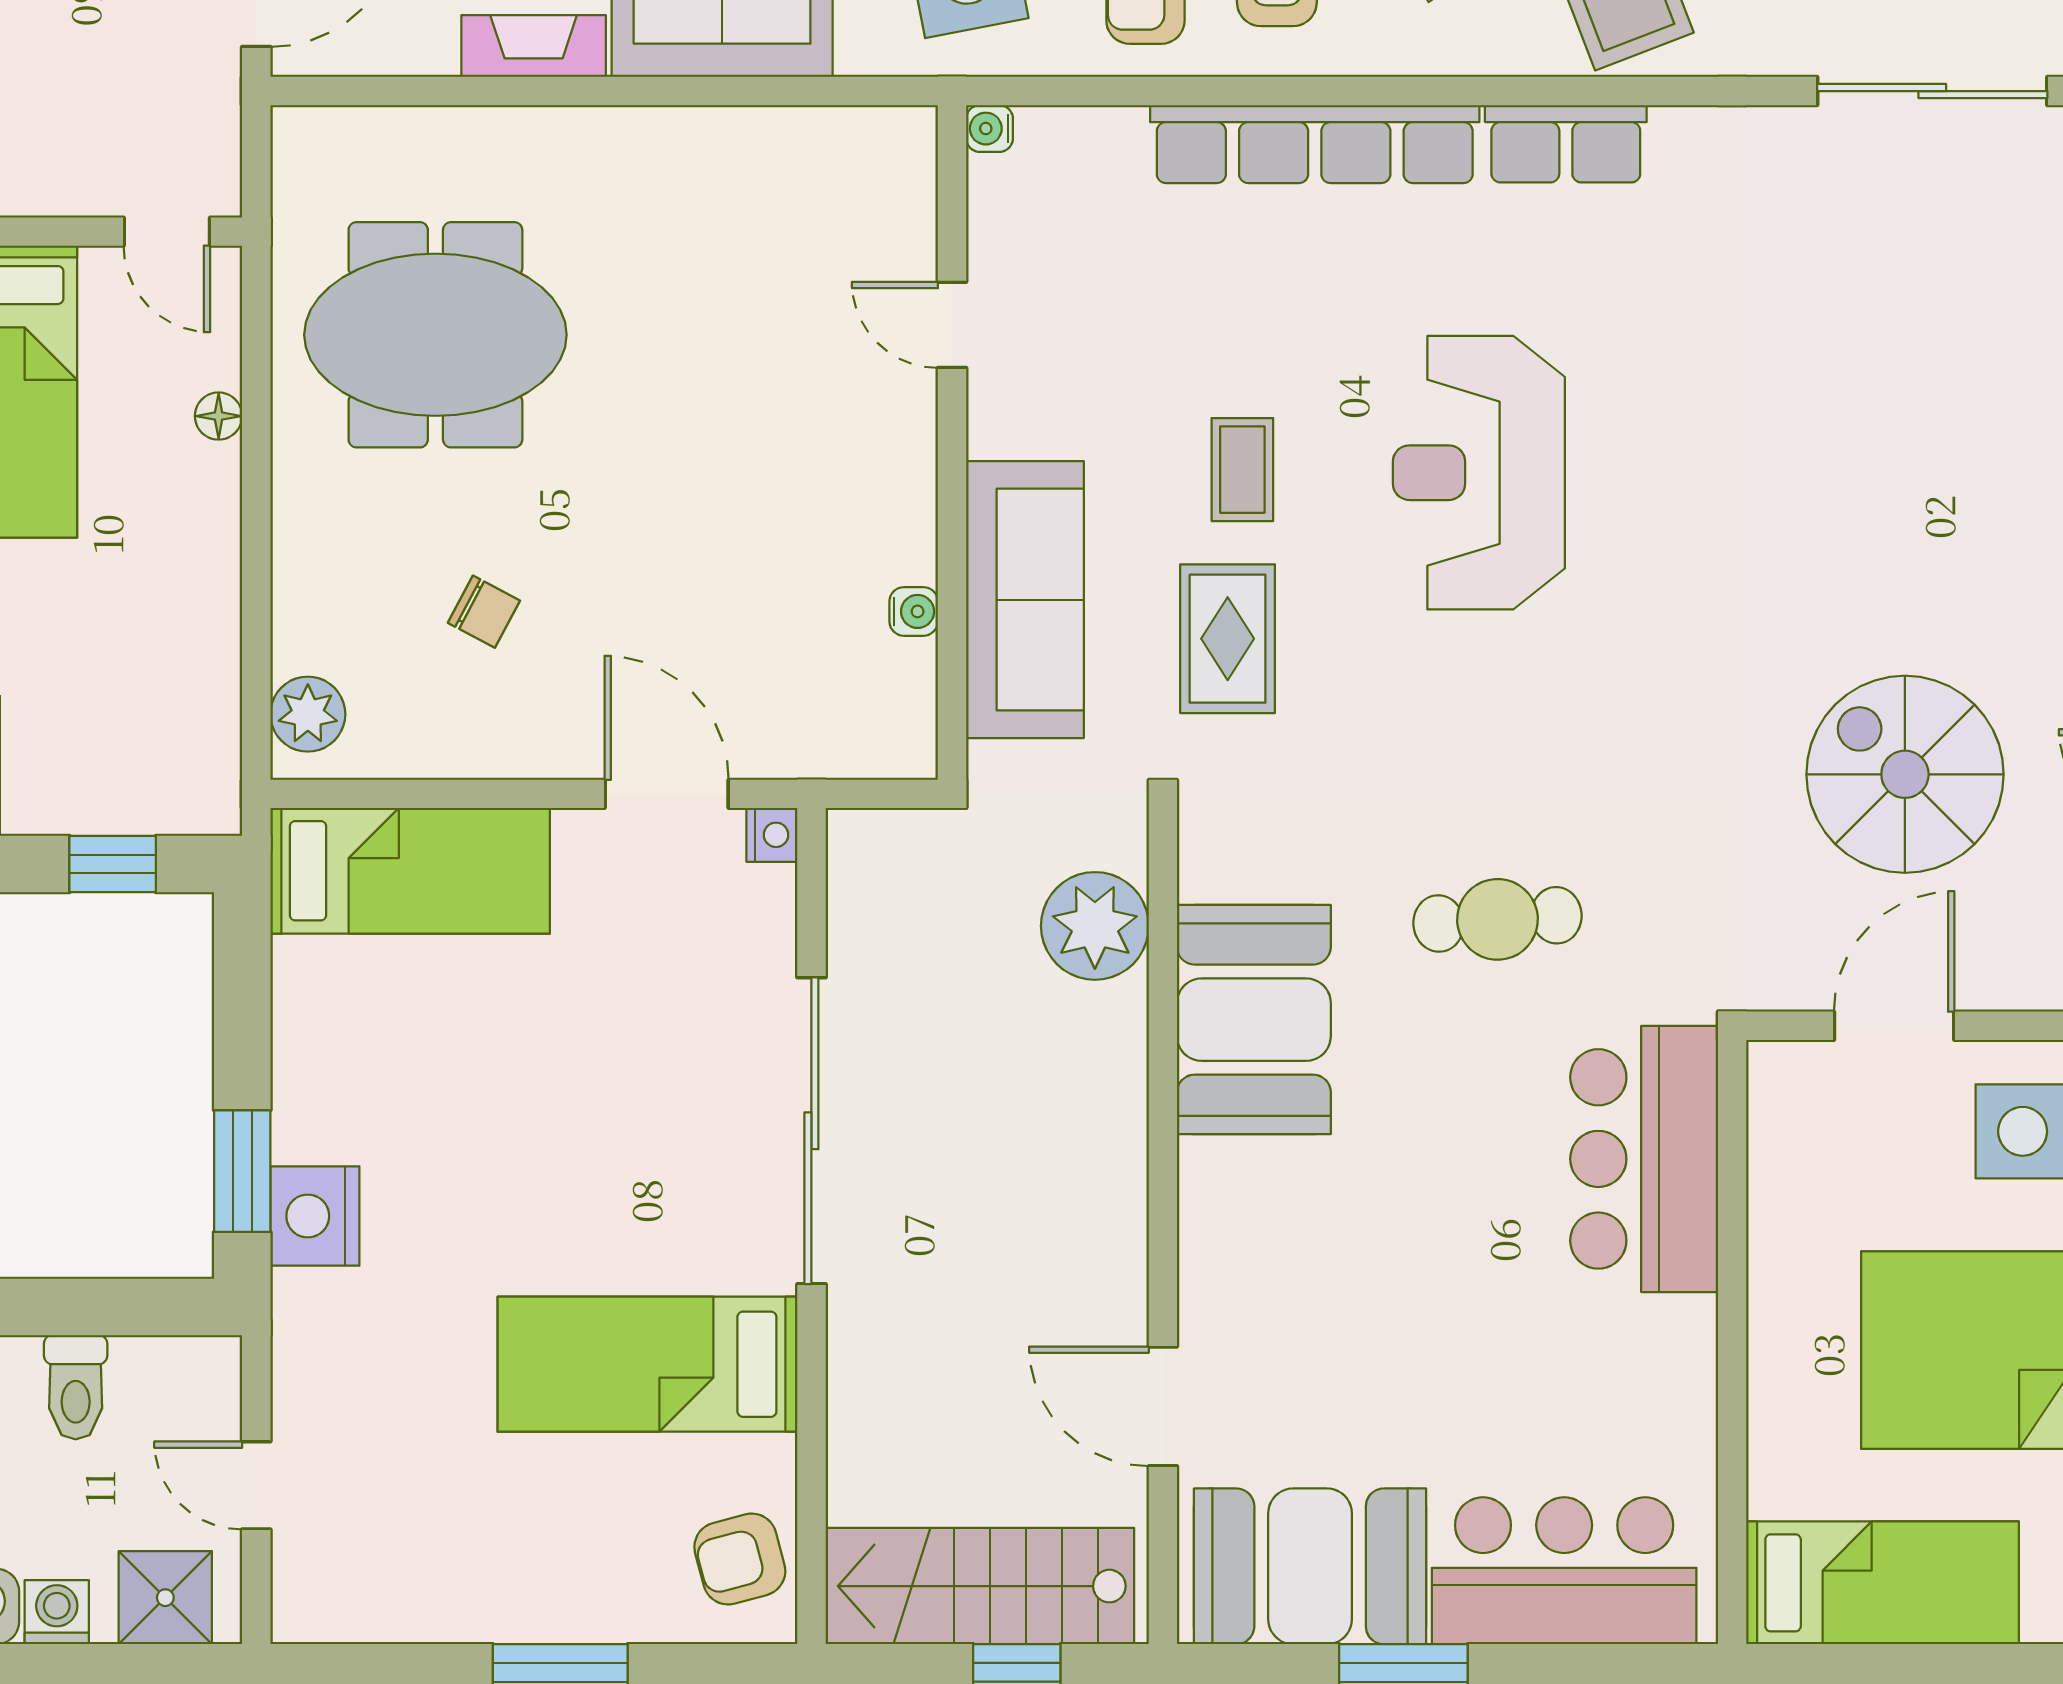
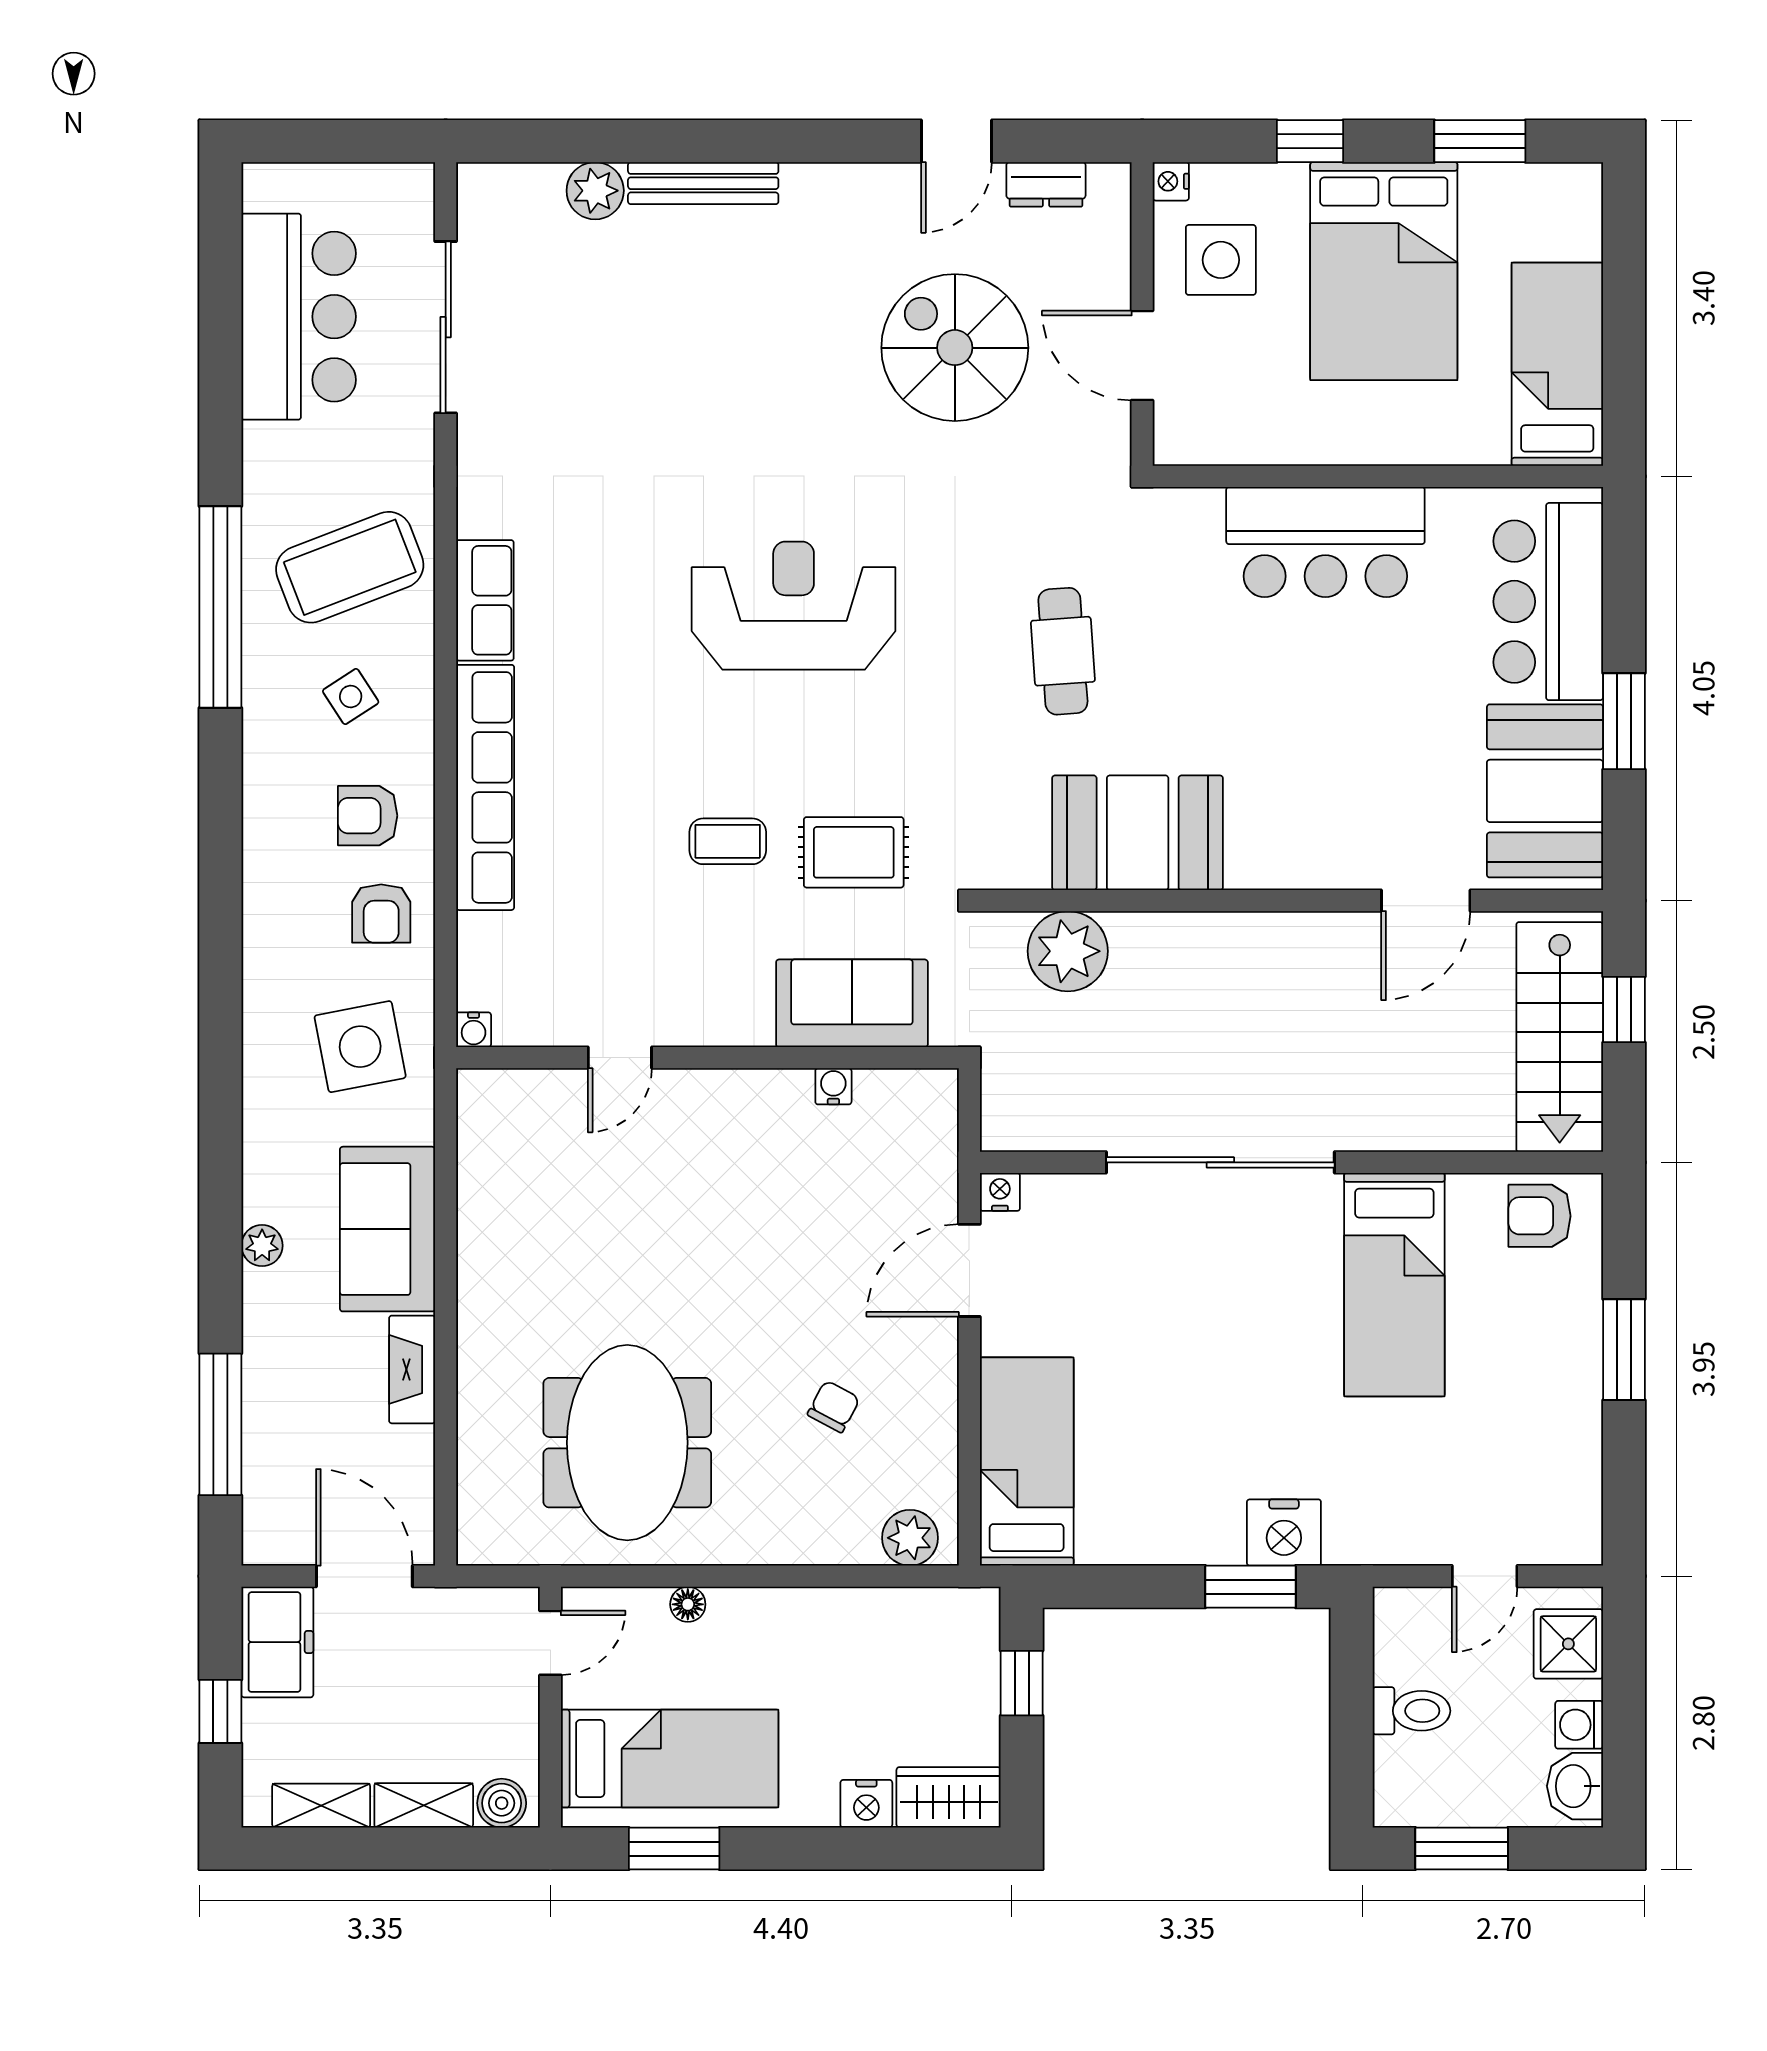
reception desk: (1479, 473) -> (794, 606), moved, turned 180
sofa: (1025, 600) -> (852, 1003), width x0.73
spiral stairs: (1905, 774) -> (955, 348), turned 90
bar counter: (1644, 1159) -> (1325, 542), moved
armchair: (740, 1559) -> (1540, 1216), turned 105

